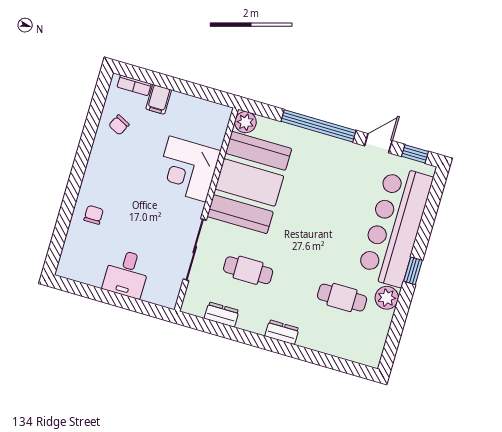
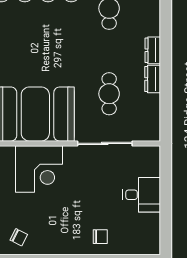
chair: (94, 215) -> (100, 237), turned 180
dresser: (222, 315) -> (153, 79), moved

